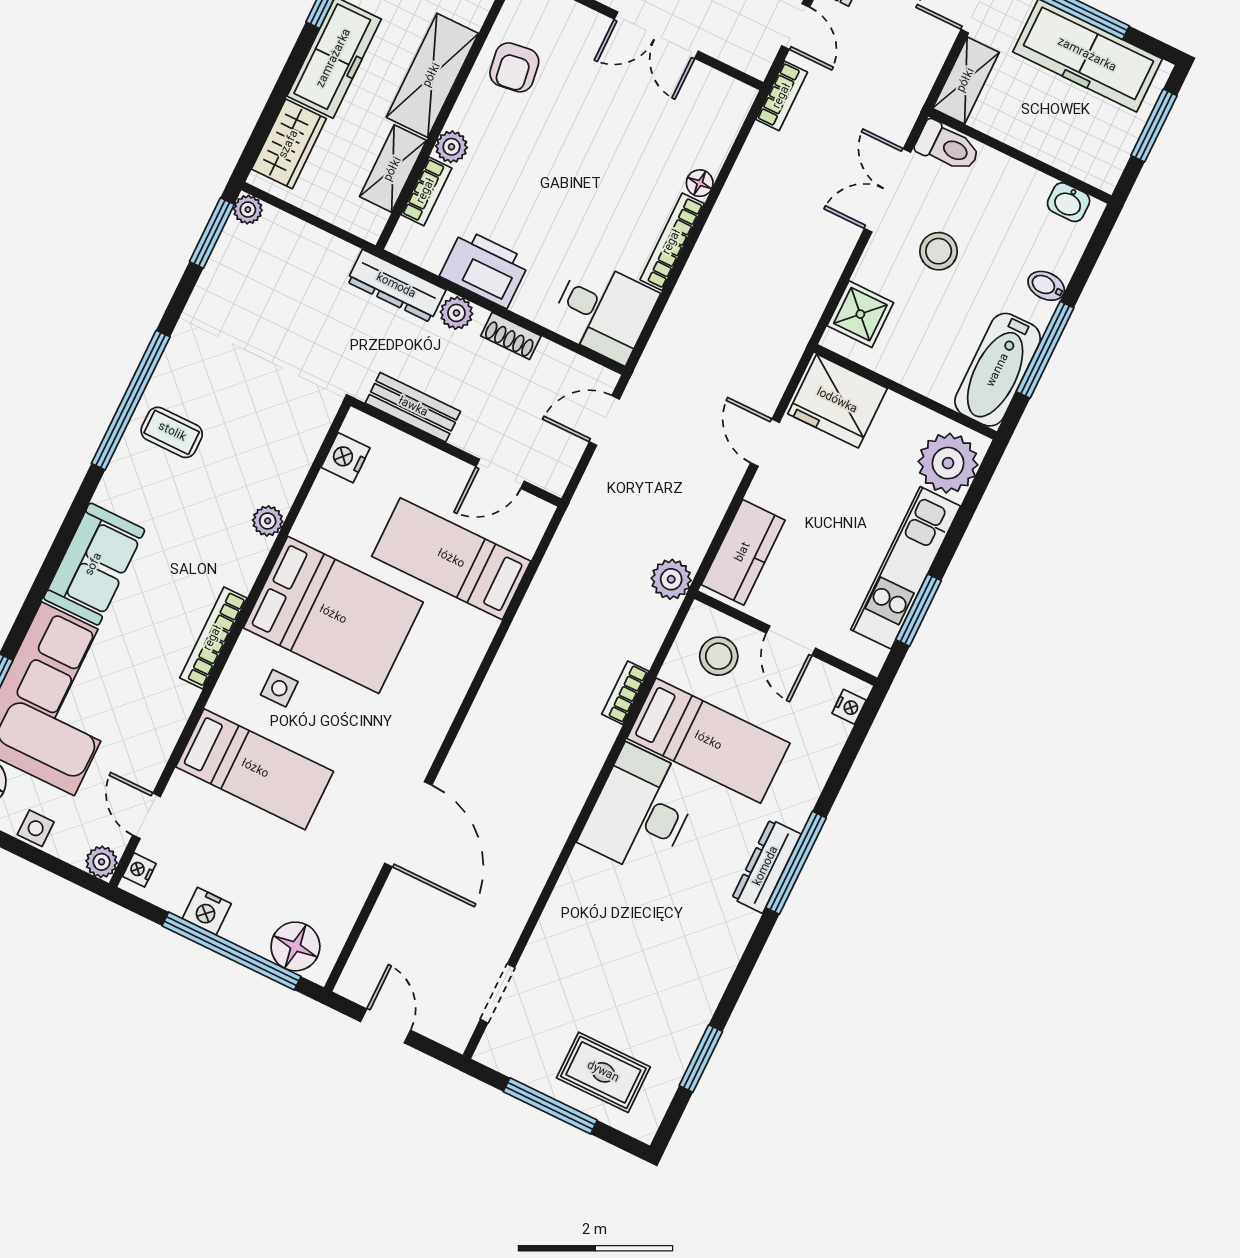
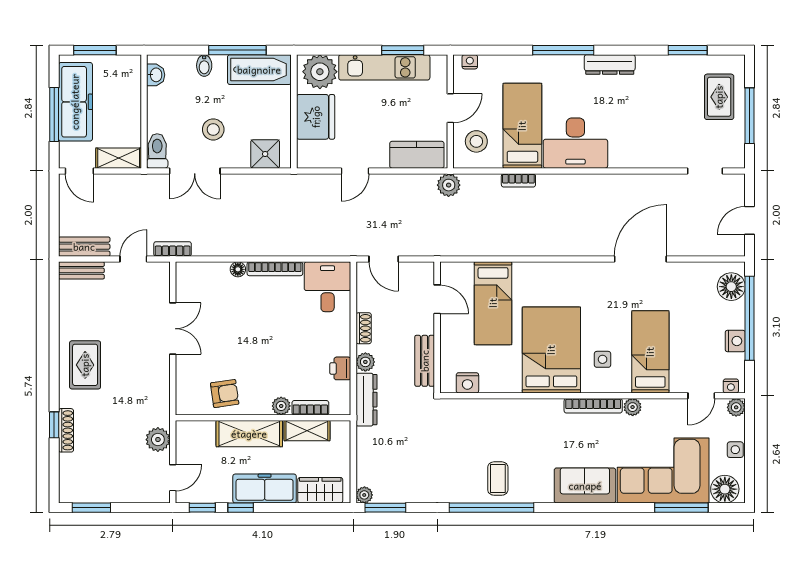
printer: (485, 268) -> (340, 368), width x0.53, depth x0.68
fridge: (837, 401) -> (316, 117), moved
plant: (268, 521) -> (633, 407), moved
dresser: (766, 866) -> (610, 64), moved

